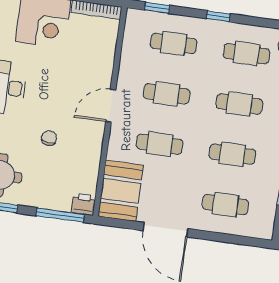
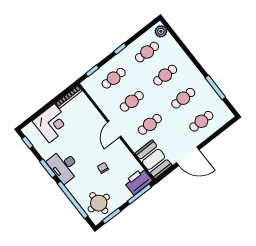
printer: (84, 204) -> (138, 181), width x1.87, depth x1.48

